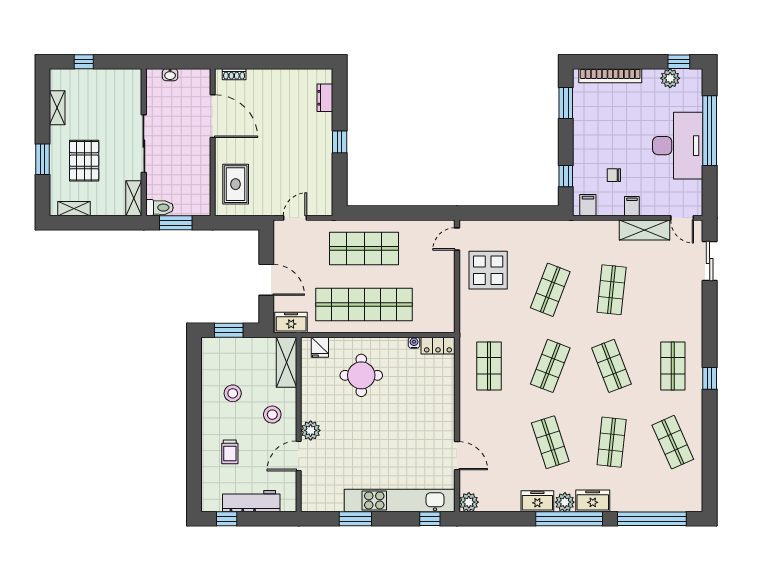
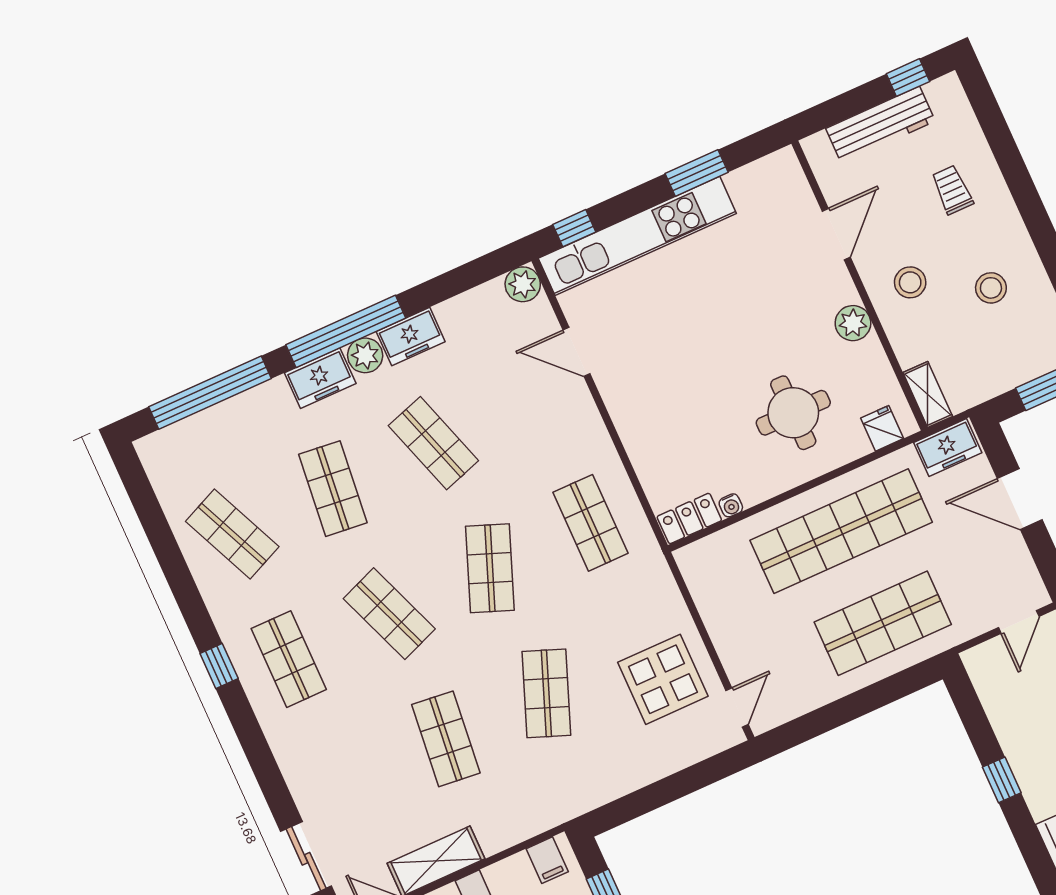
shelving: (287, 362) -> (928, 394), width x0.67, depth x0.75
plant: (311, 430) -> (853, 323), moved

